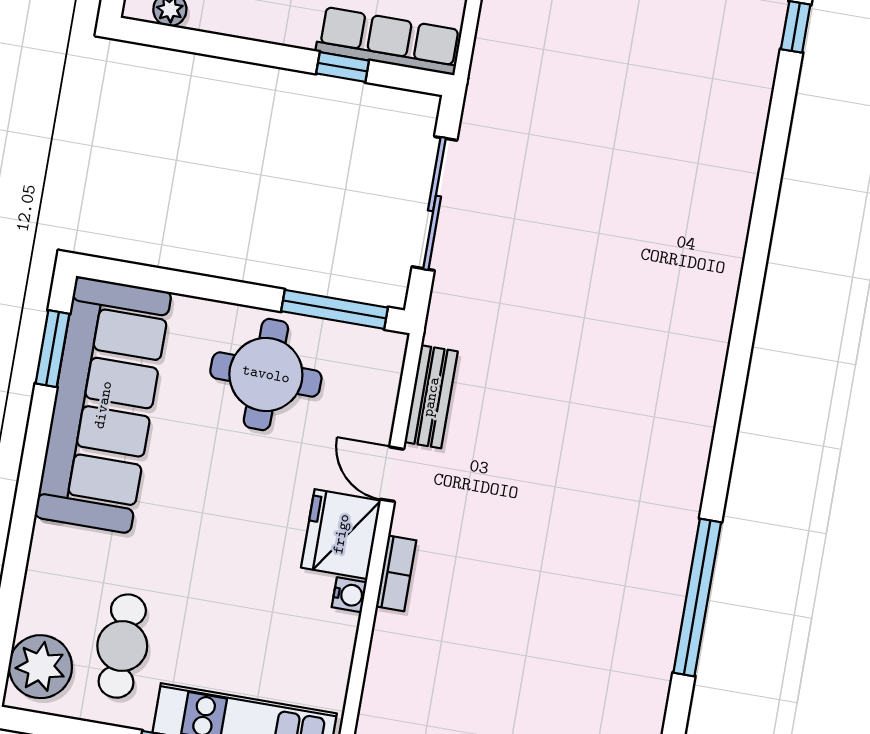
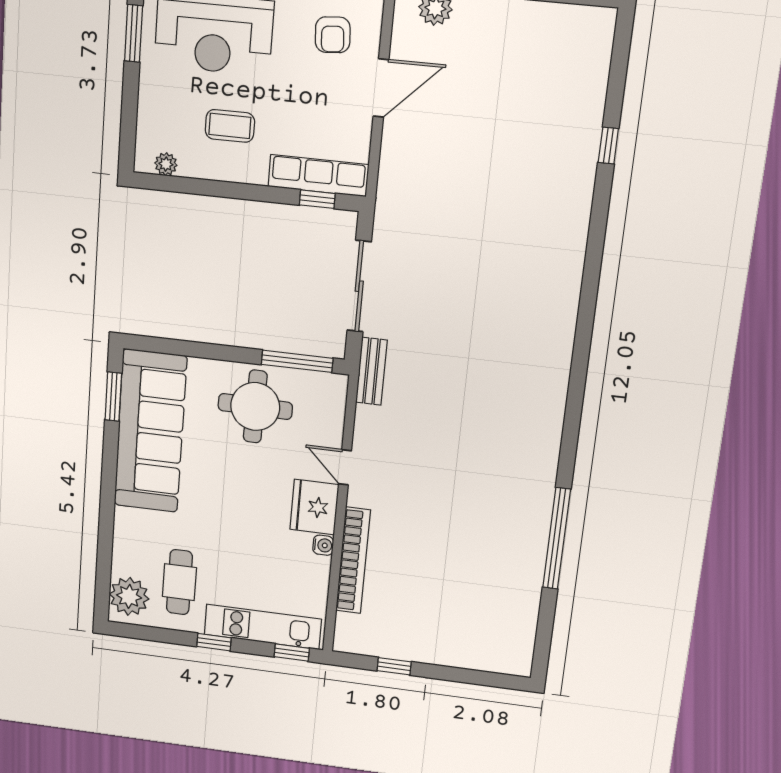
window: (343, 67) -> (317, 199), moved
bench: (431, 397) -> (371, 371), moved
bookcase: (396, 573) -> (353, 560), width x2.31, depth x1.31

